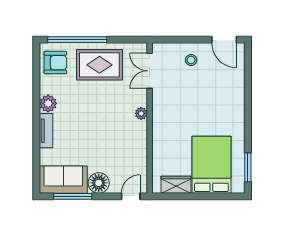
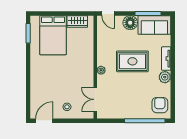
door: (224, 40) -> (44, 121), hinge flipped
armchair: (55, 63) -> (160, 105), turned 90
rug: (99, 65) -> (132, 61), moved
double door: (150, 71) -> (95, 99), swing flipped
door: (131, 196) -> (108, 14), hinge flipped

